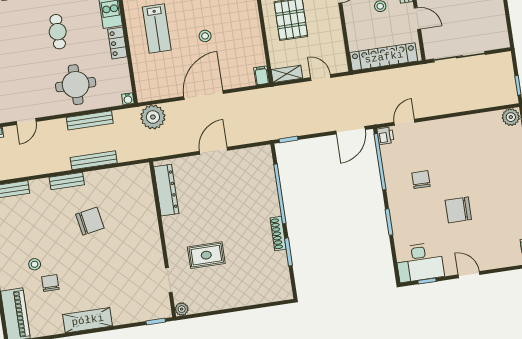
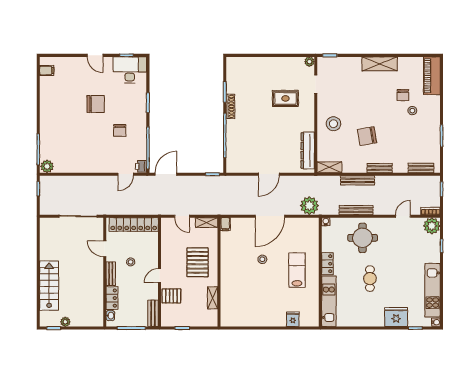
shelving: (134, 172) -> (329, 167), added
stool: (137, 231) -> (333, 124), added

